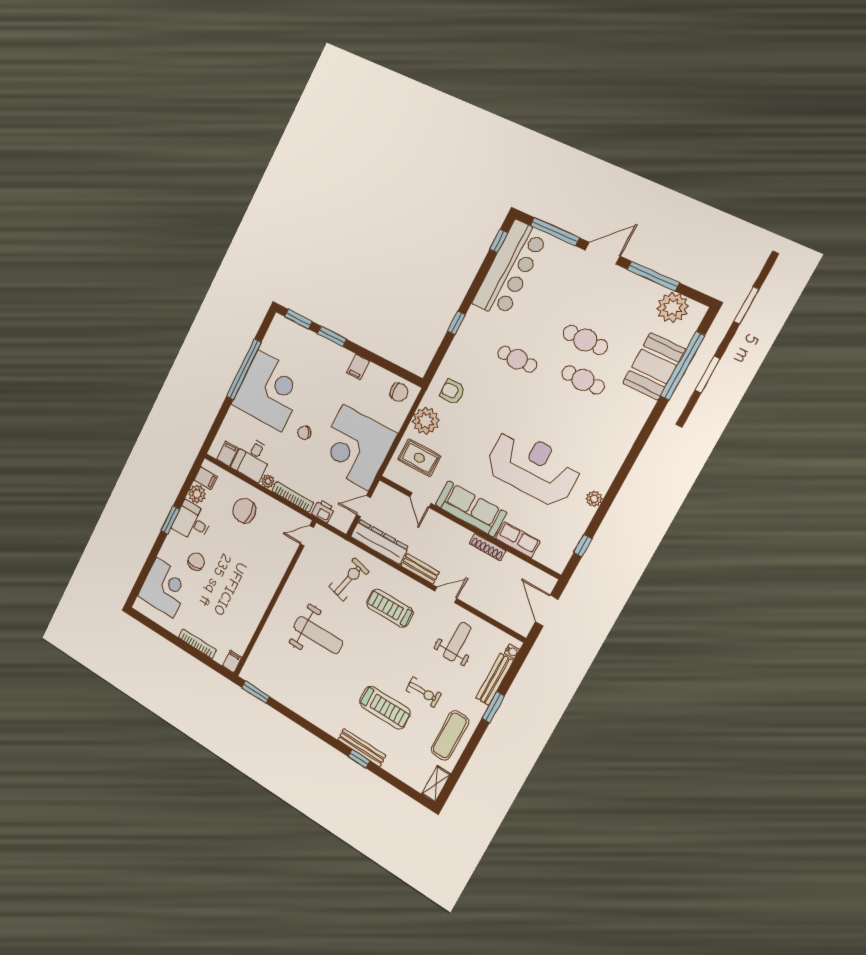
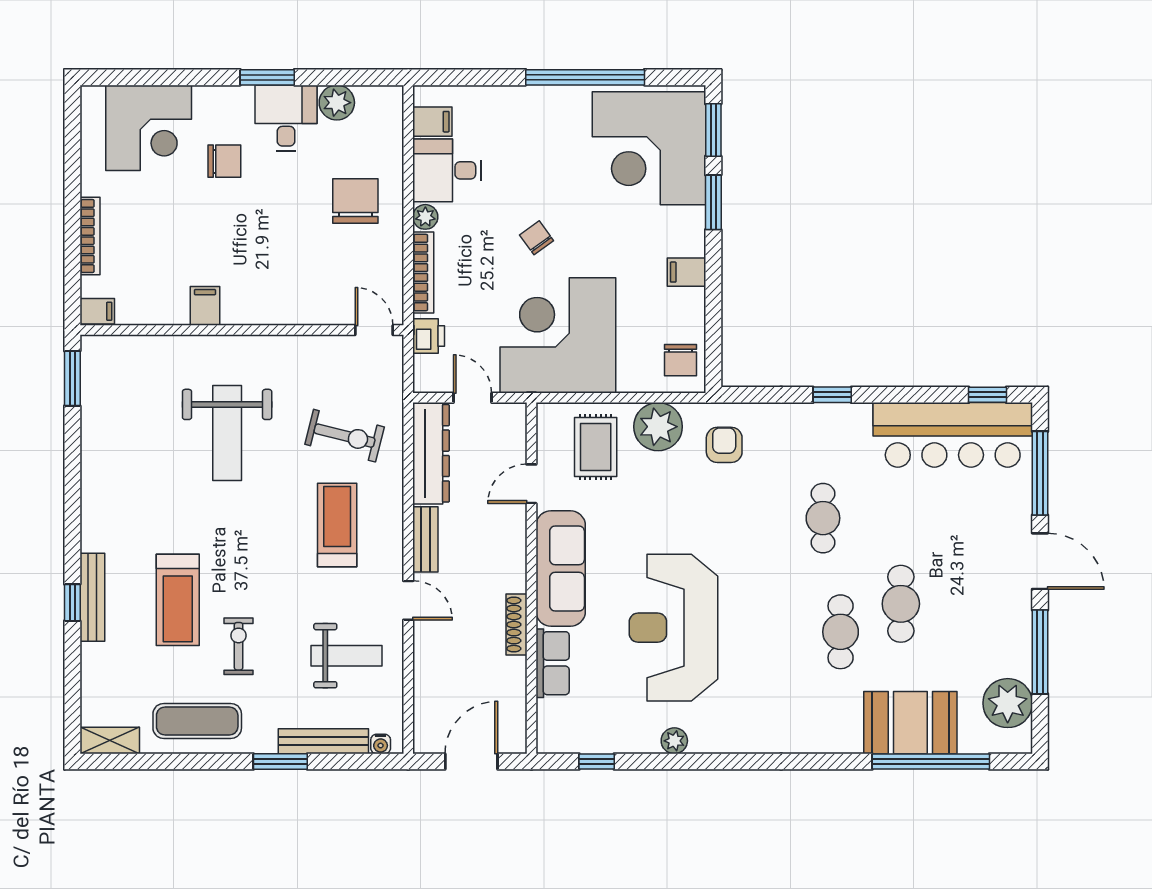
corner desk: (270, 391) -> (649, 148), moved, turned 90
reception desk: (533, 467) -> (674, 628), turned 180
filing cabinet: (206, 478) -> (205, 306), moved, turned 180
exercise bike: (424, 692) -> (239, 646), turned 180

